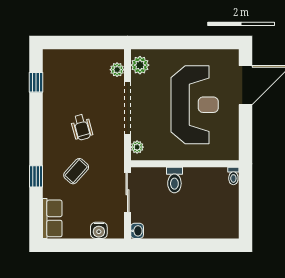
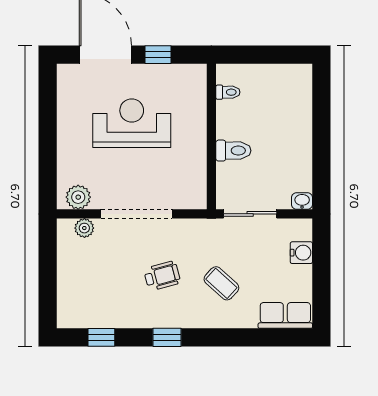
reception desk: (195, 105) -> (132, 123), width x0.74, depth x0.77
window: (246, 124) -> (158, 55), added
plant: (137, 147) -> (189, 201), removed
window: (36, 176) -> (167, 337), moved
toilet: (233, 176) -> (228, 92), moved

